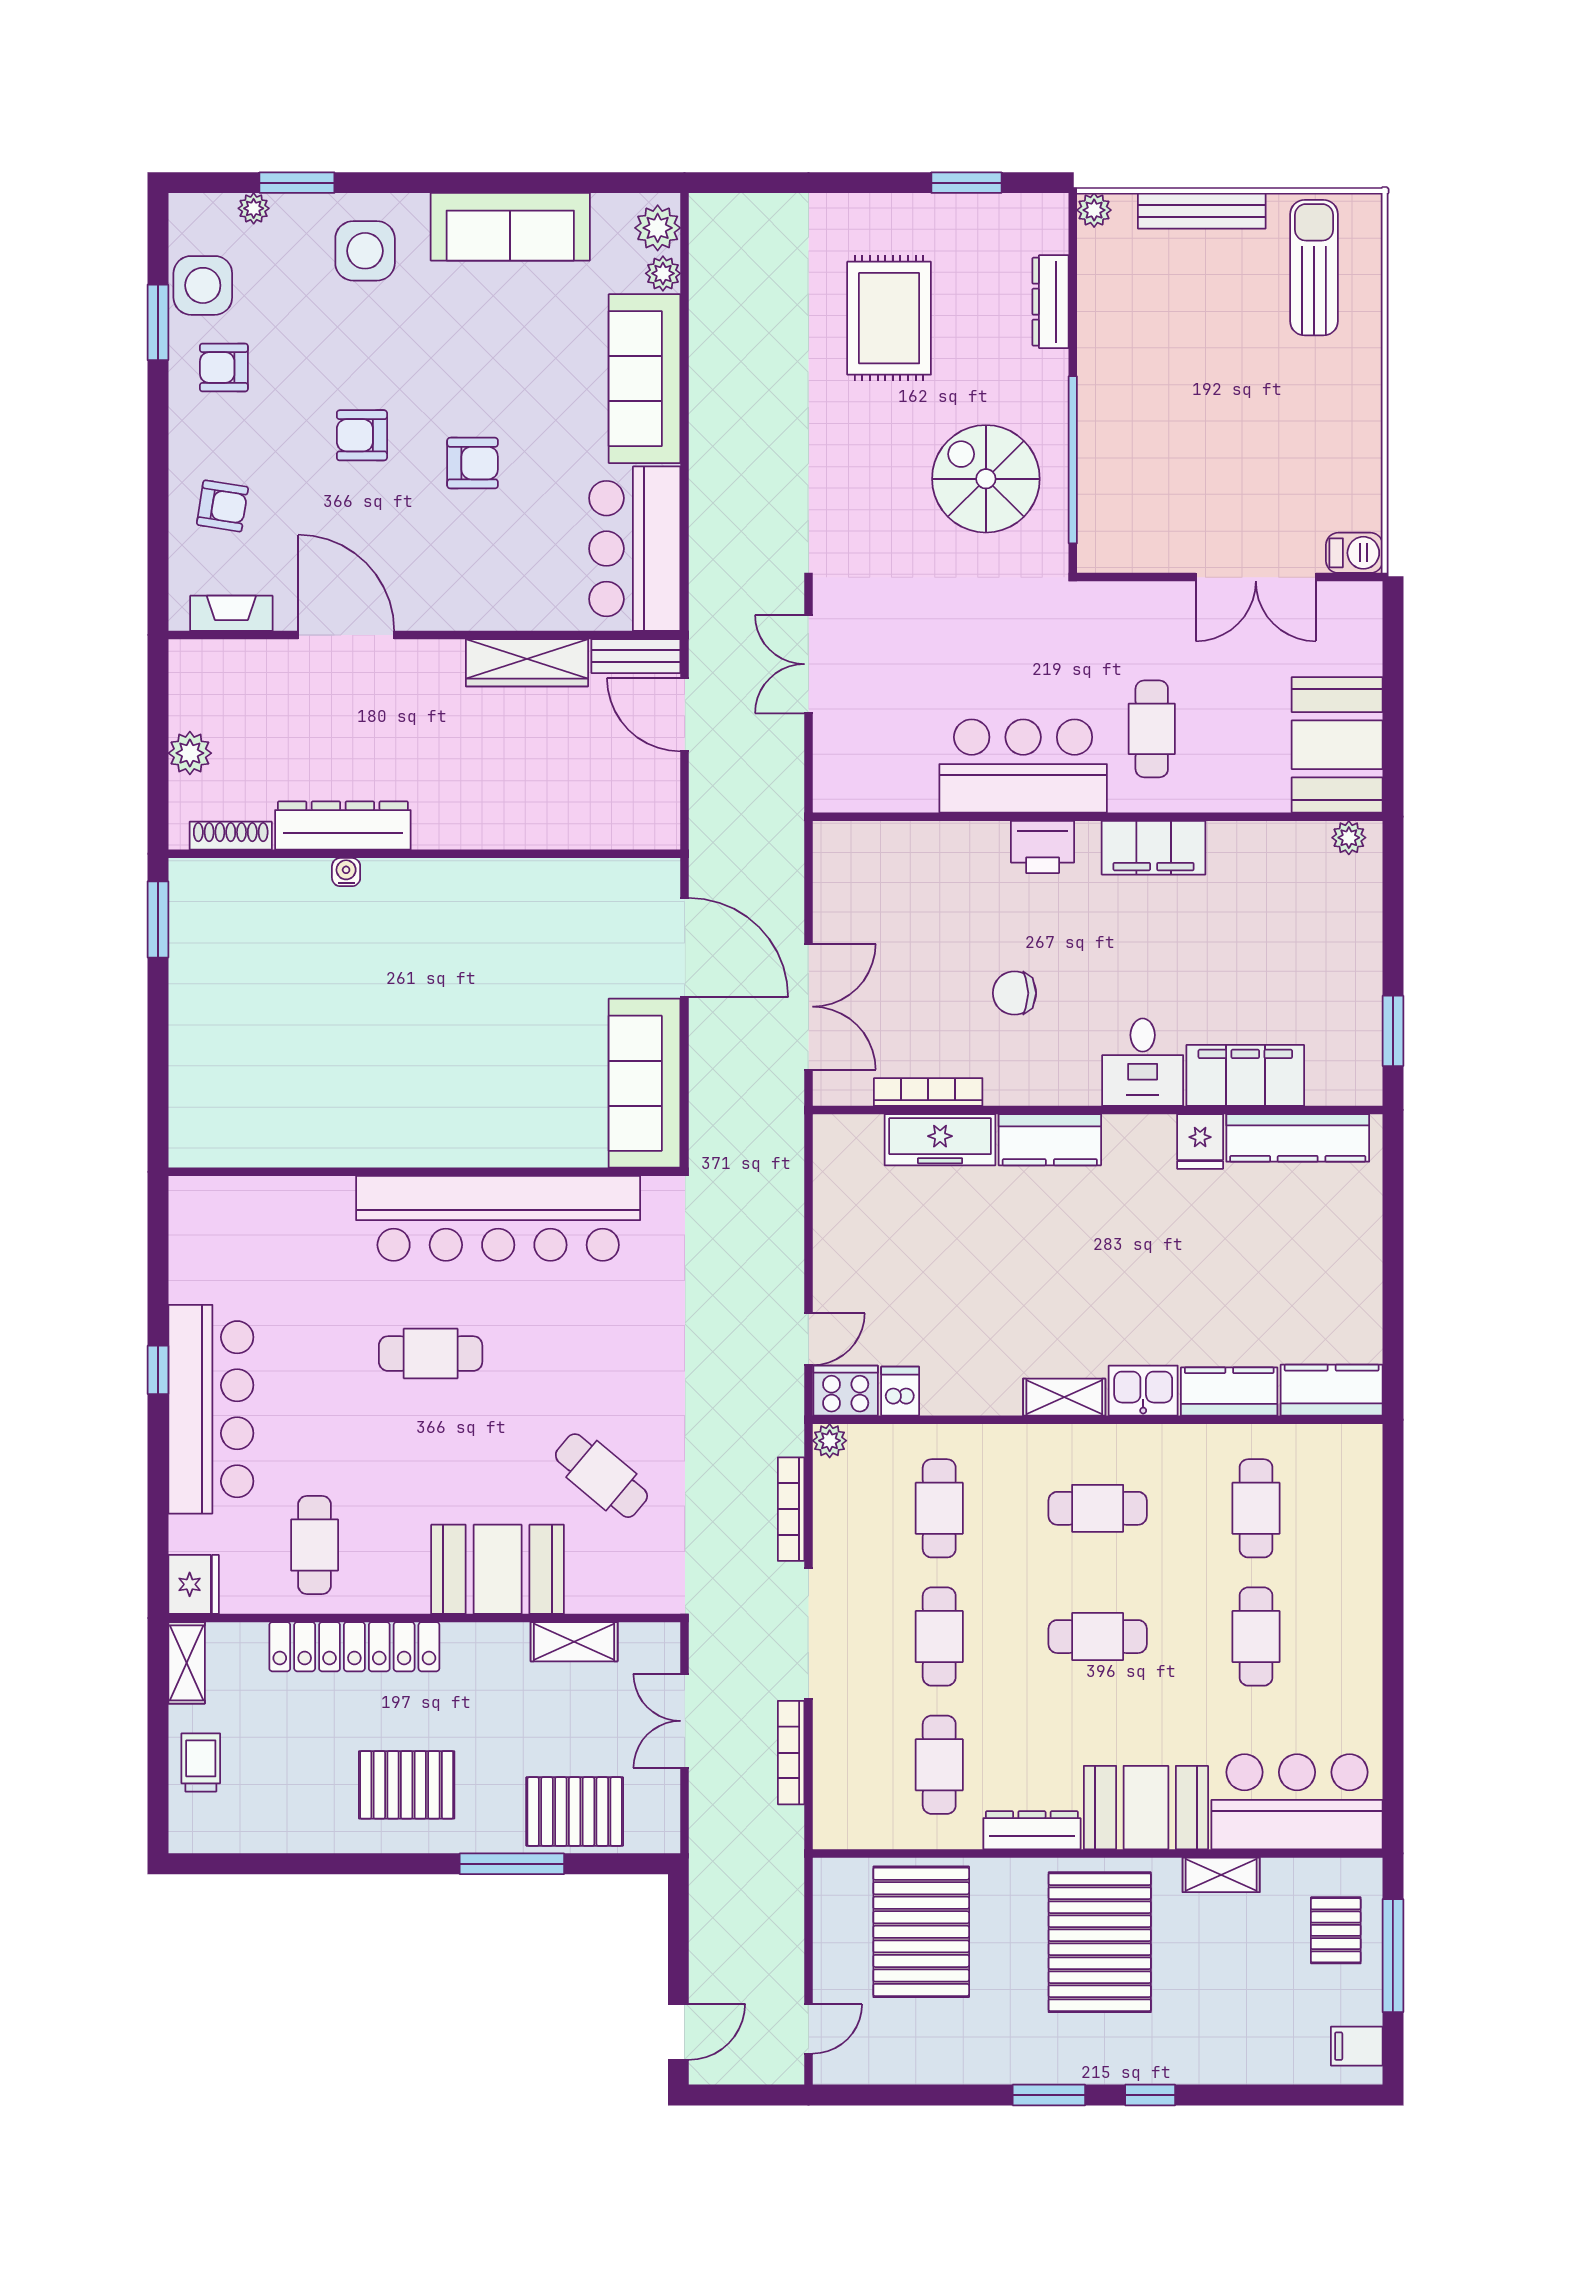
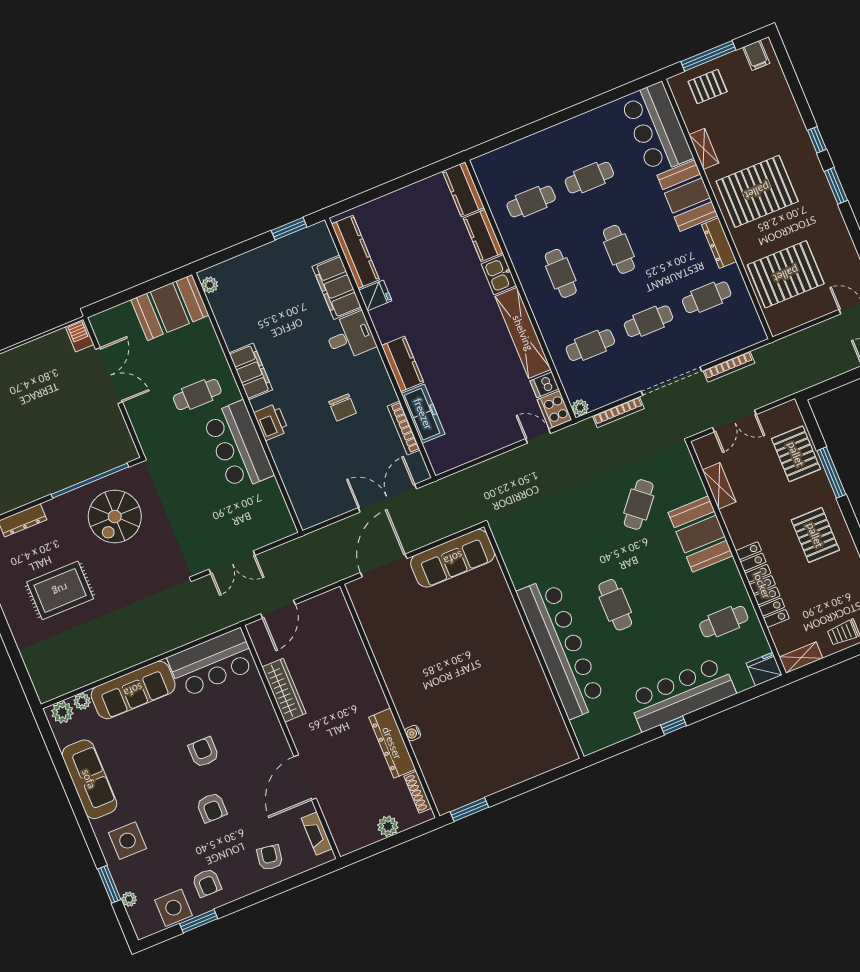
bench: (636, 656) -> (261, 642), removed
bar counter: (498, 1218) -> (561, 648), moved
shelving: (1064, 1397) -> (523, 333), width x2.20, depth x1.33

